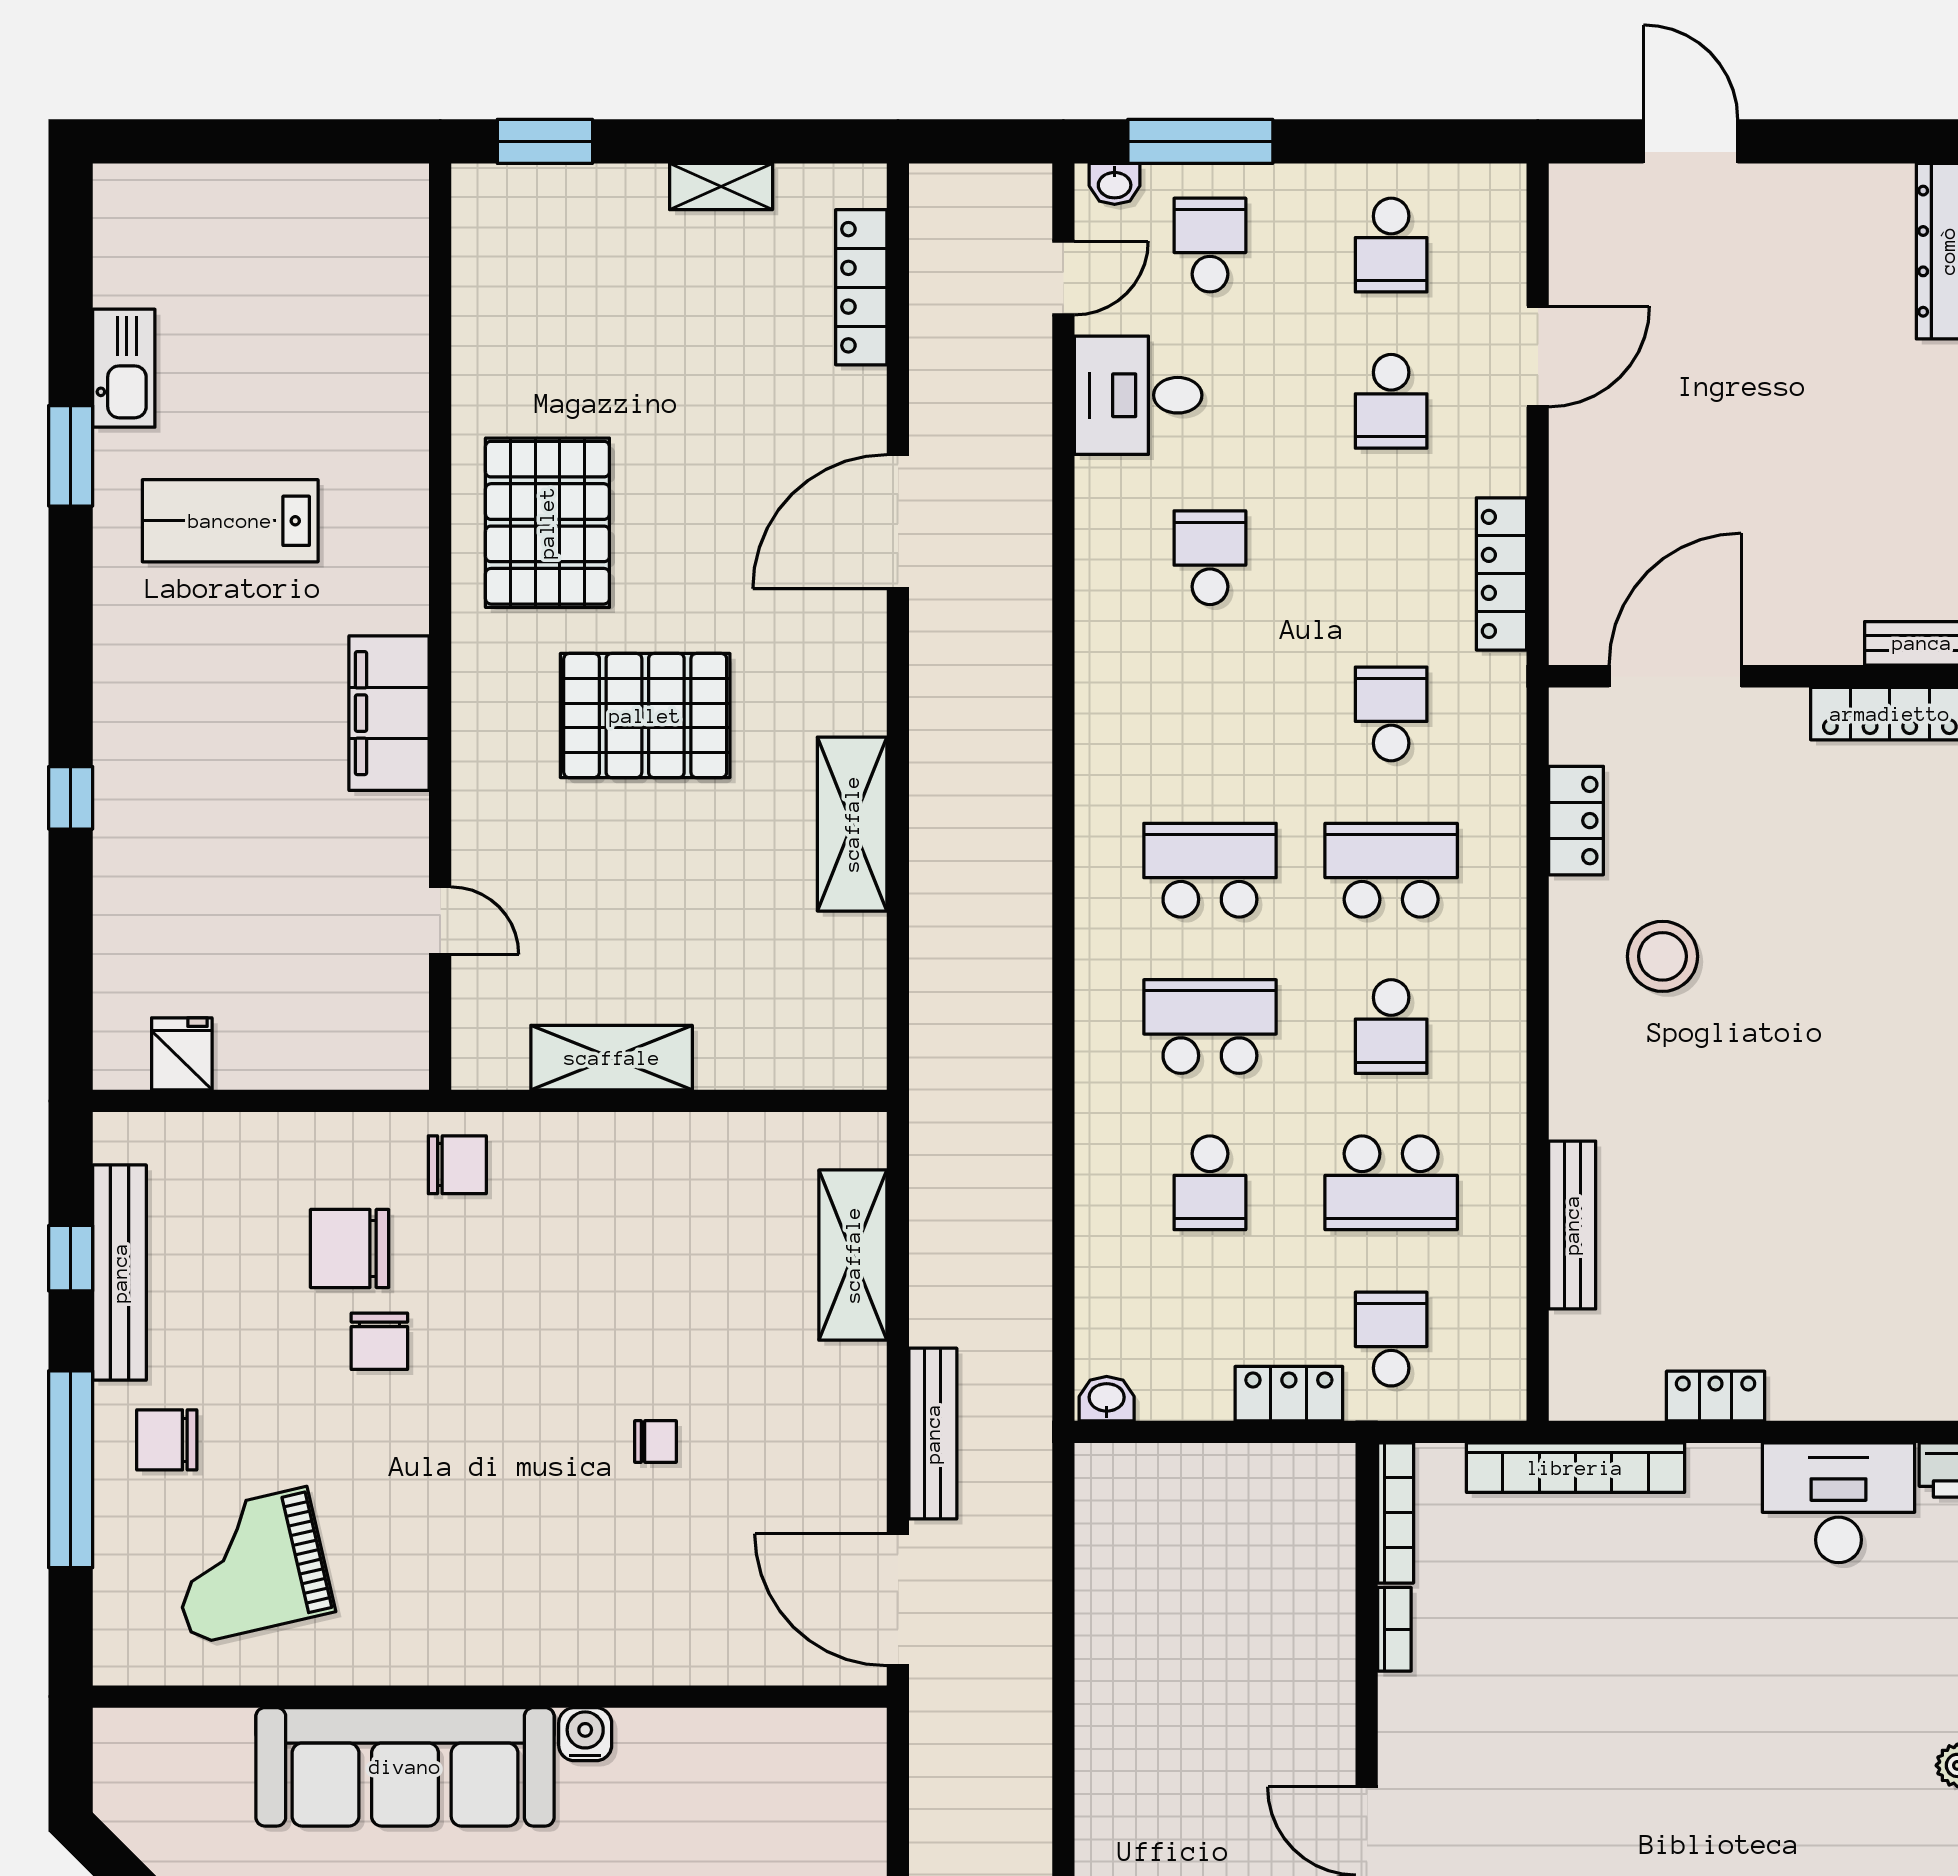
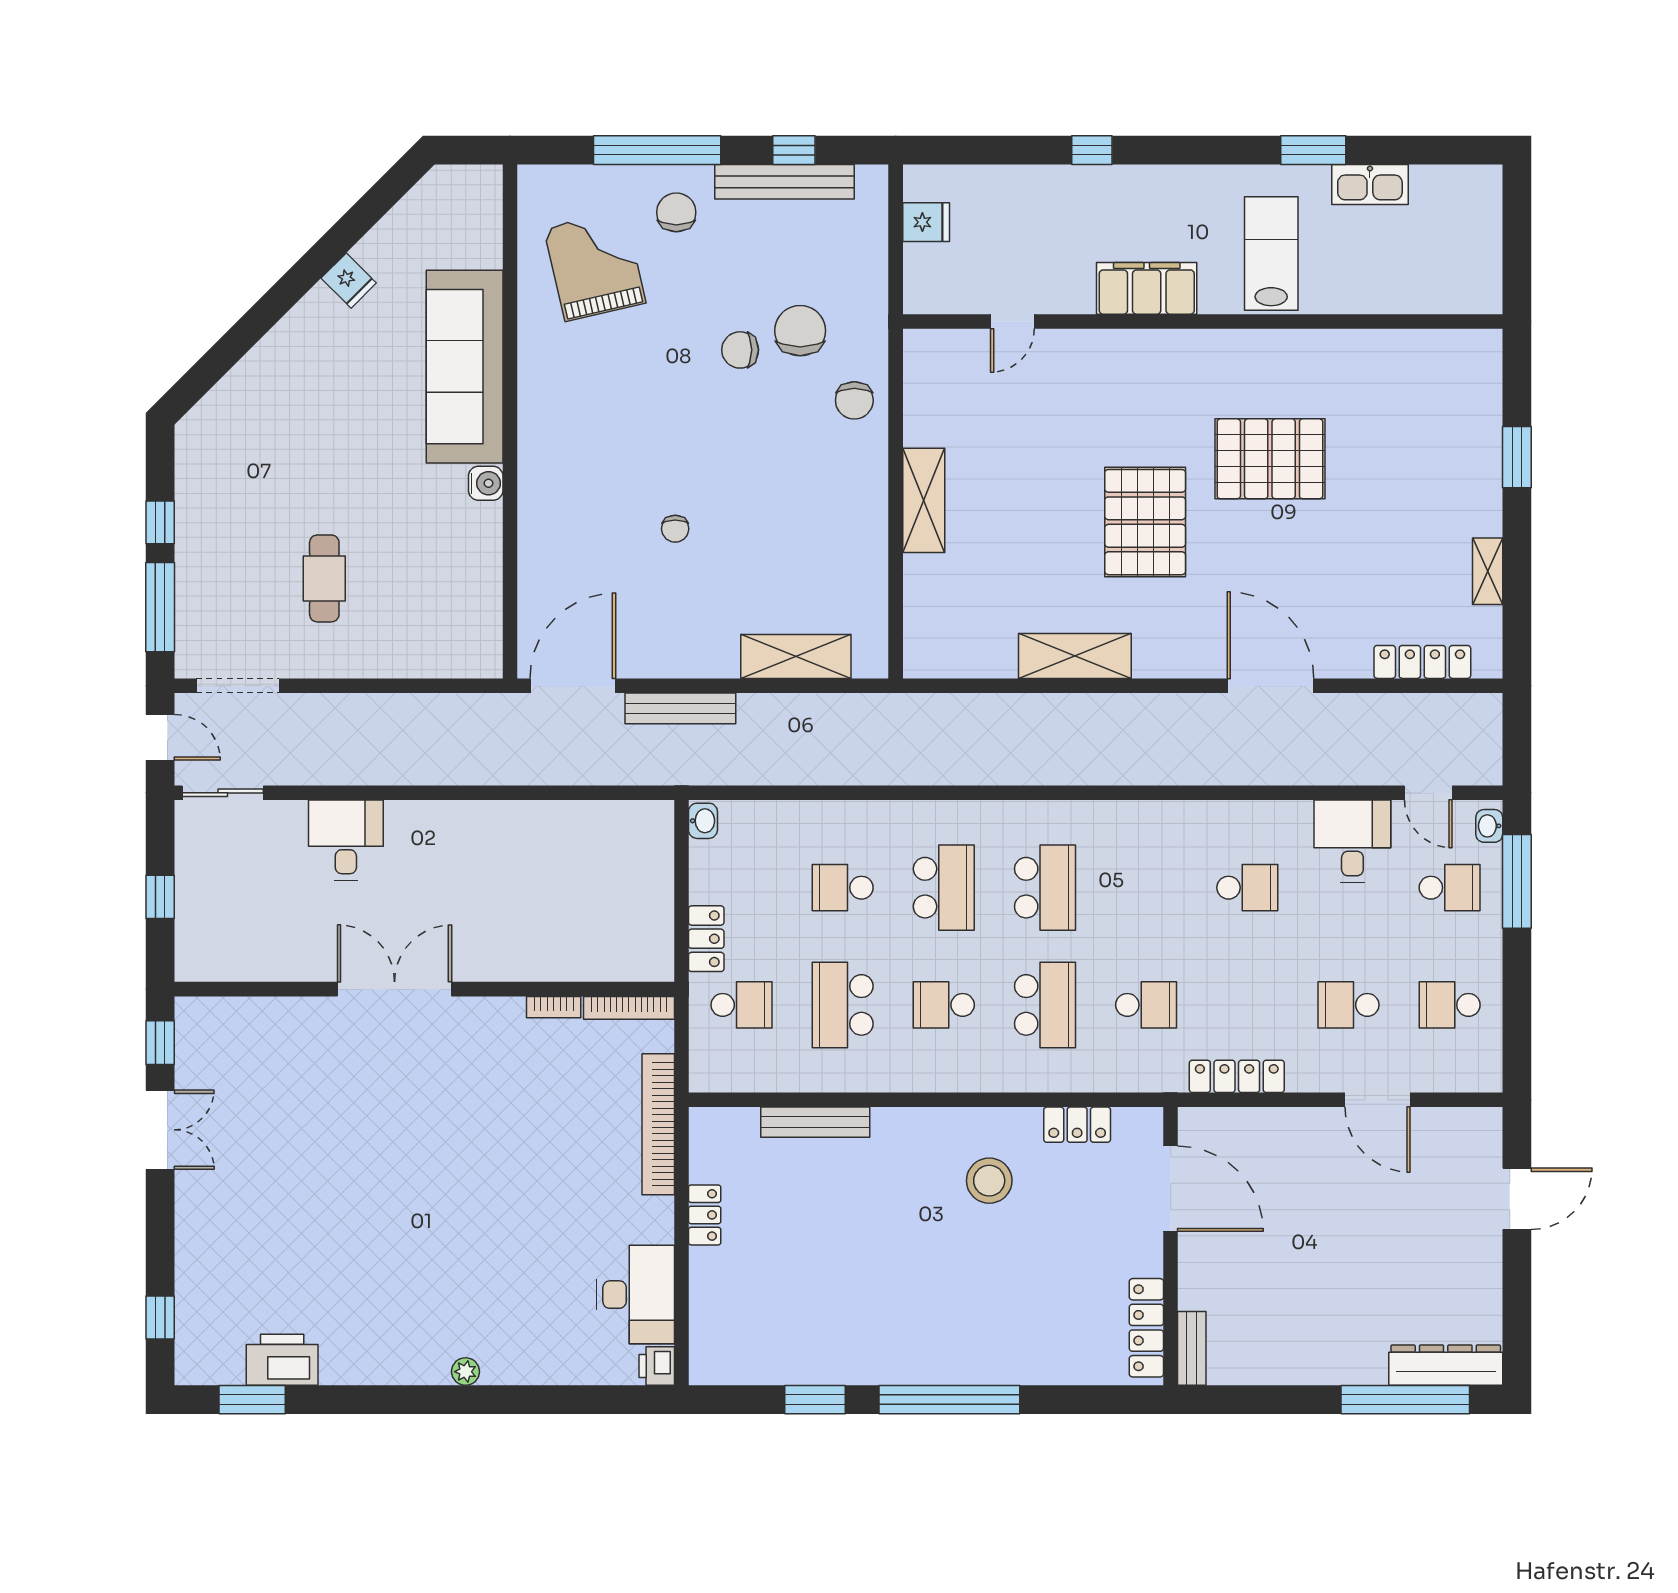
wall: (440, 627) -> (1203, 322), moved
filing cabinet: (389, 713) -> (1147, 288), moved
door: (440, 921) -> (1012, 322), moved

